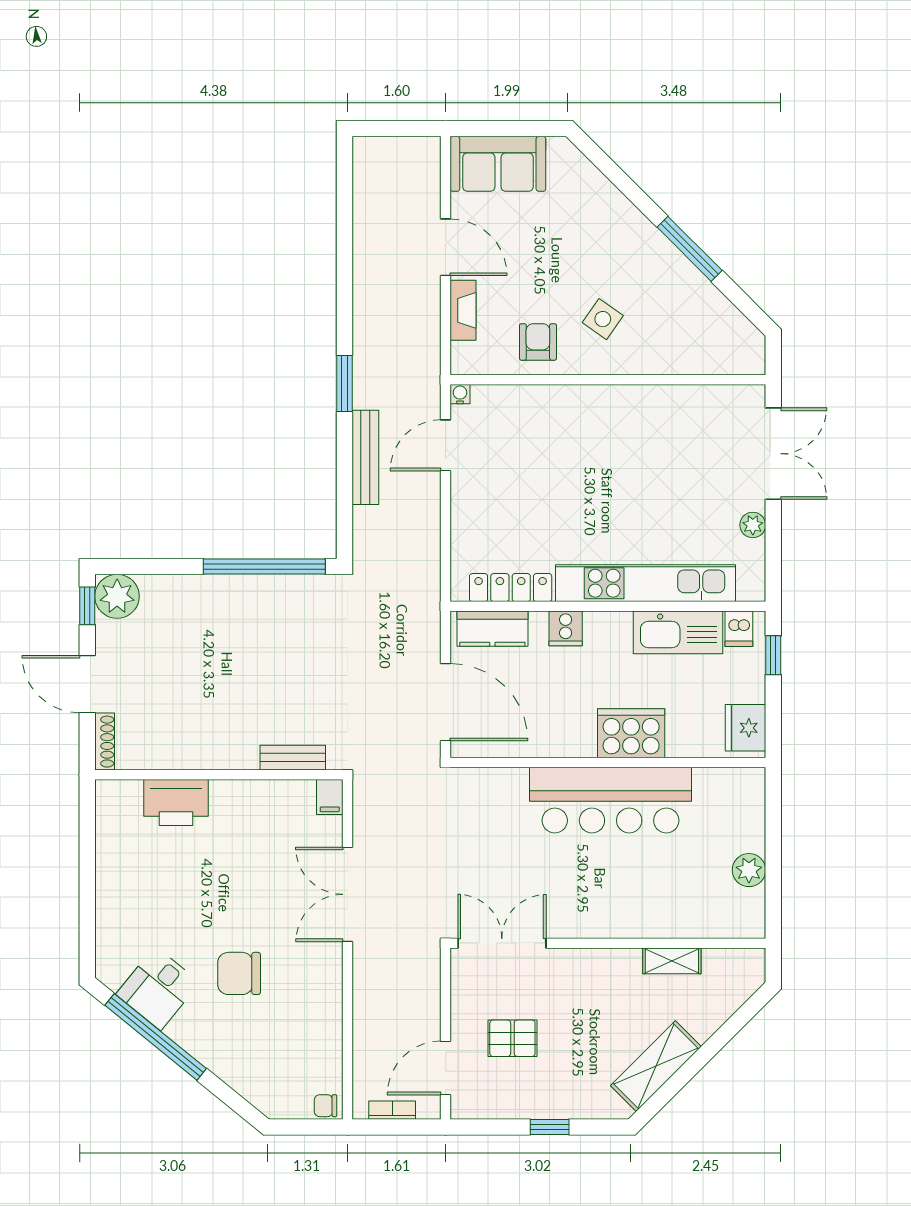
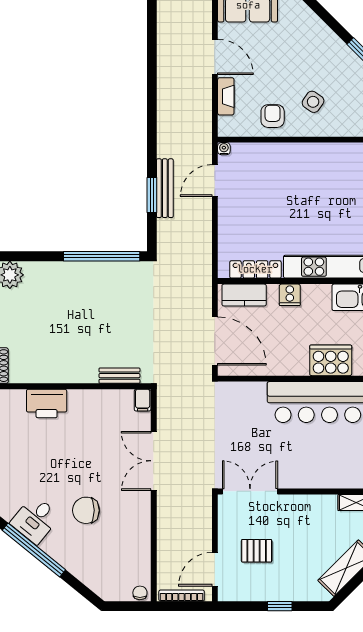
window: (345, 383) -> (152, 195), moved
chair: (326, 1106) -> (140, 593), turned 90
bookcase: (392, 1110) -> (182, 596), width x1.56

